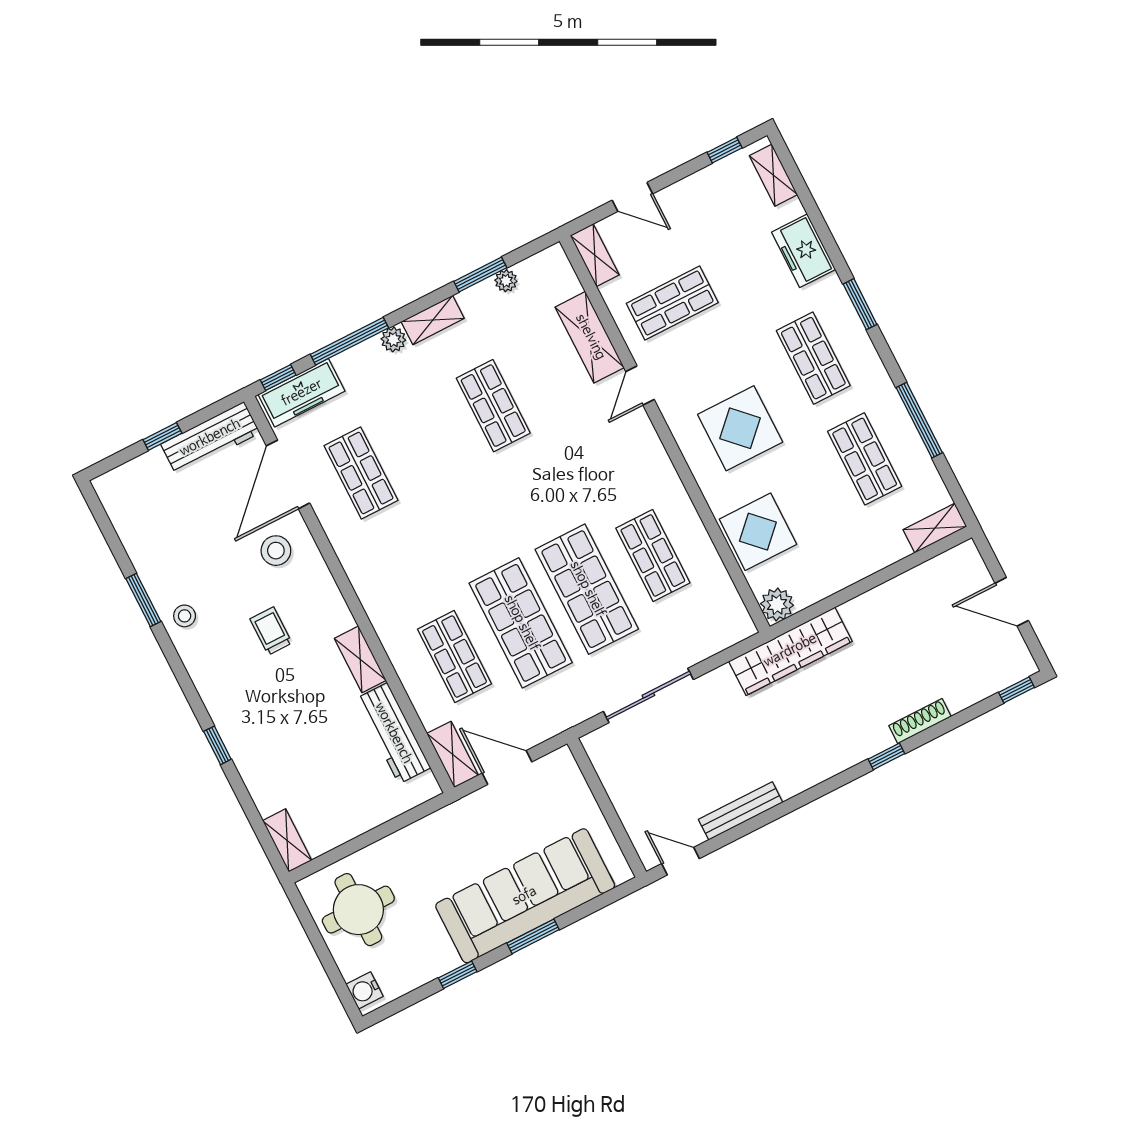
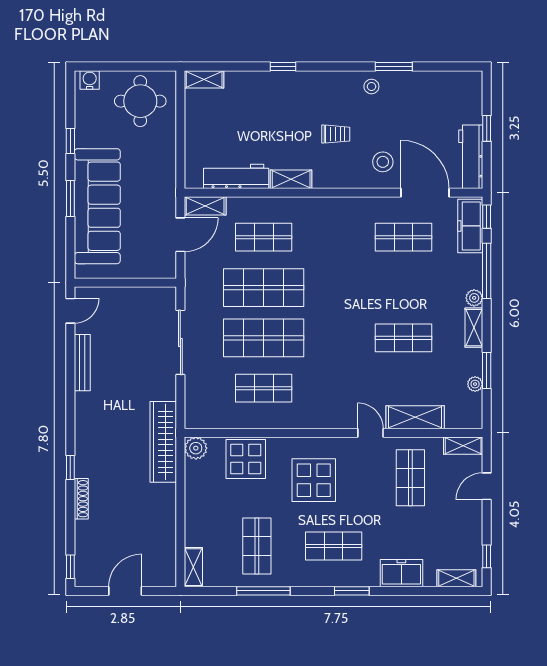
shop shelf: (865, 459) -> (257, 546), turned 90

